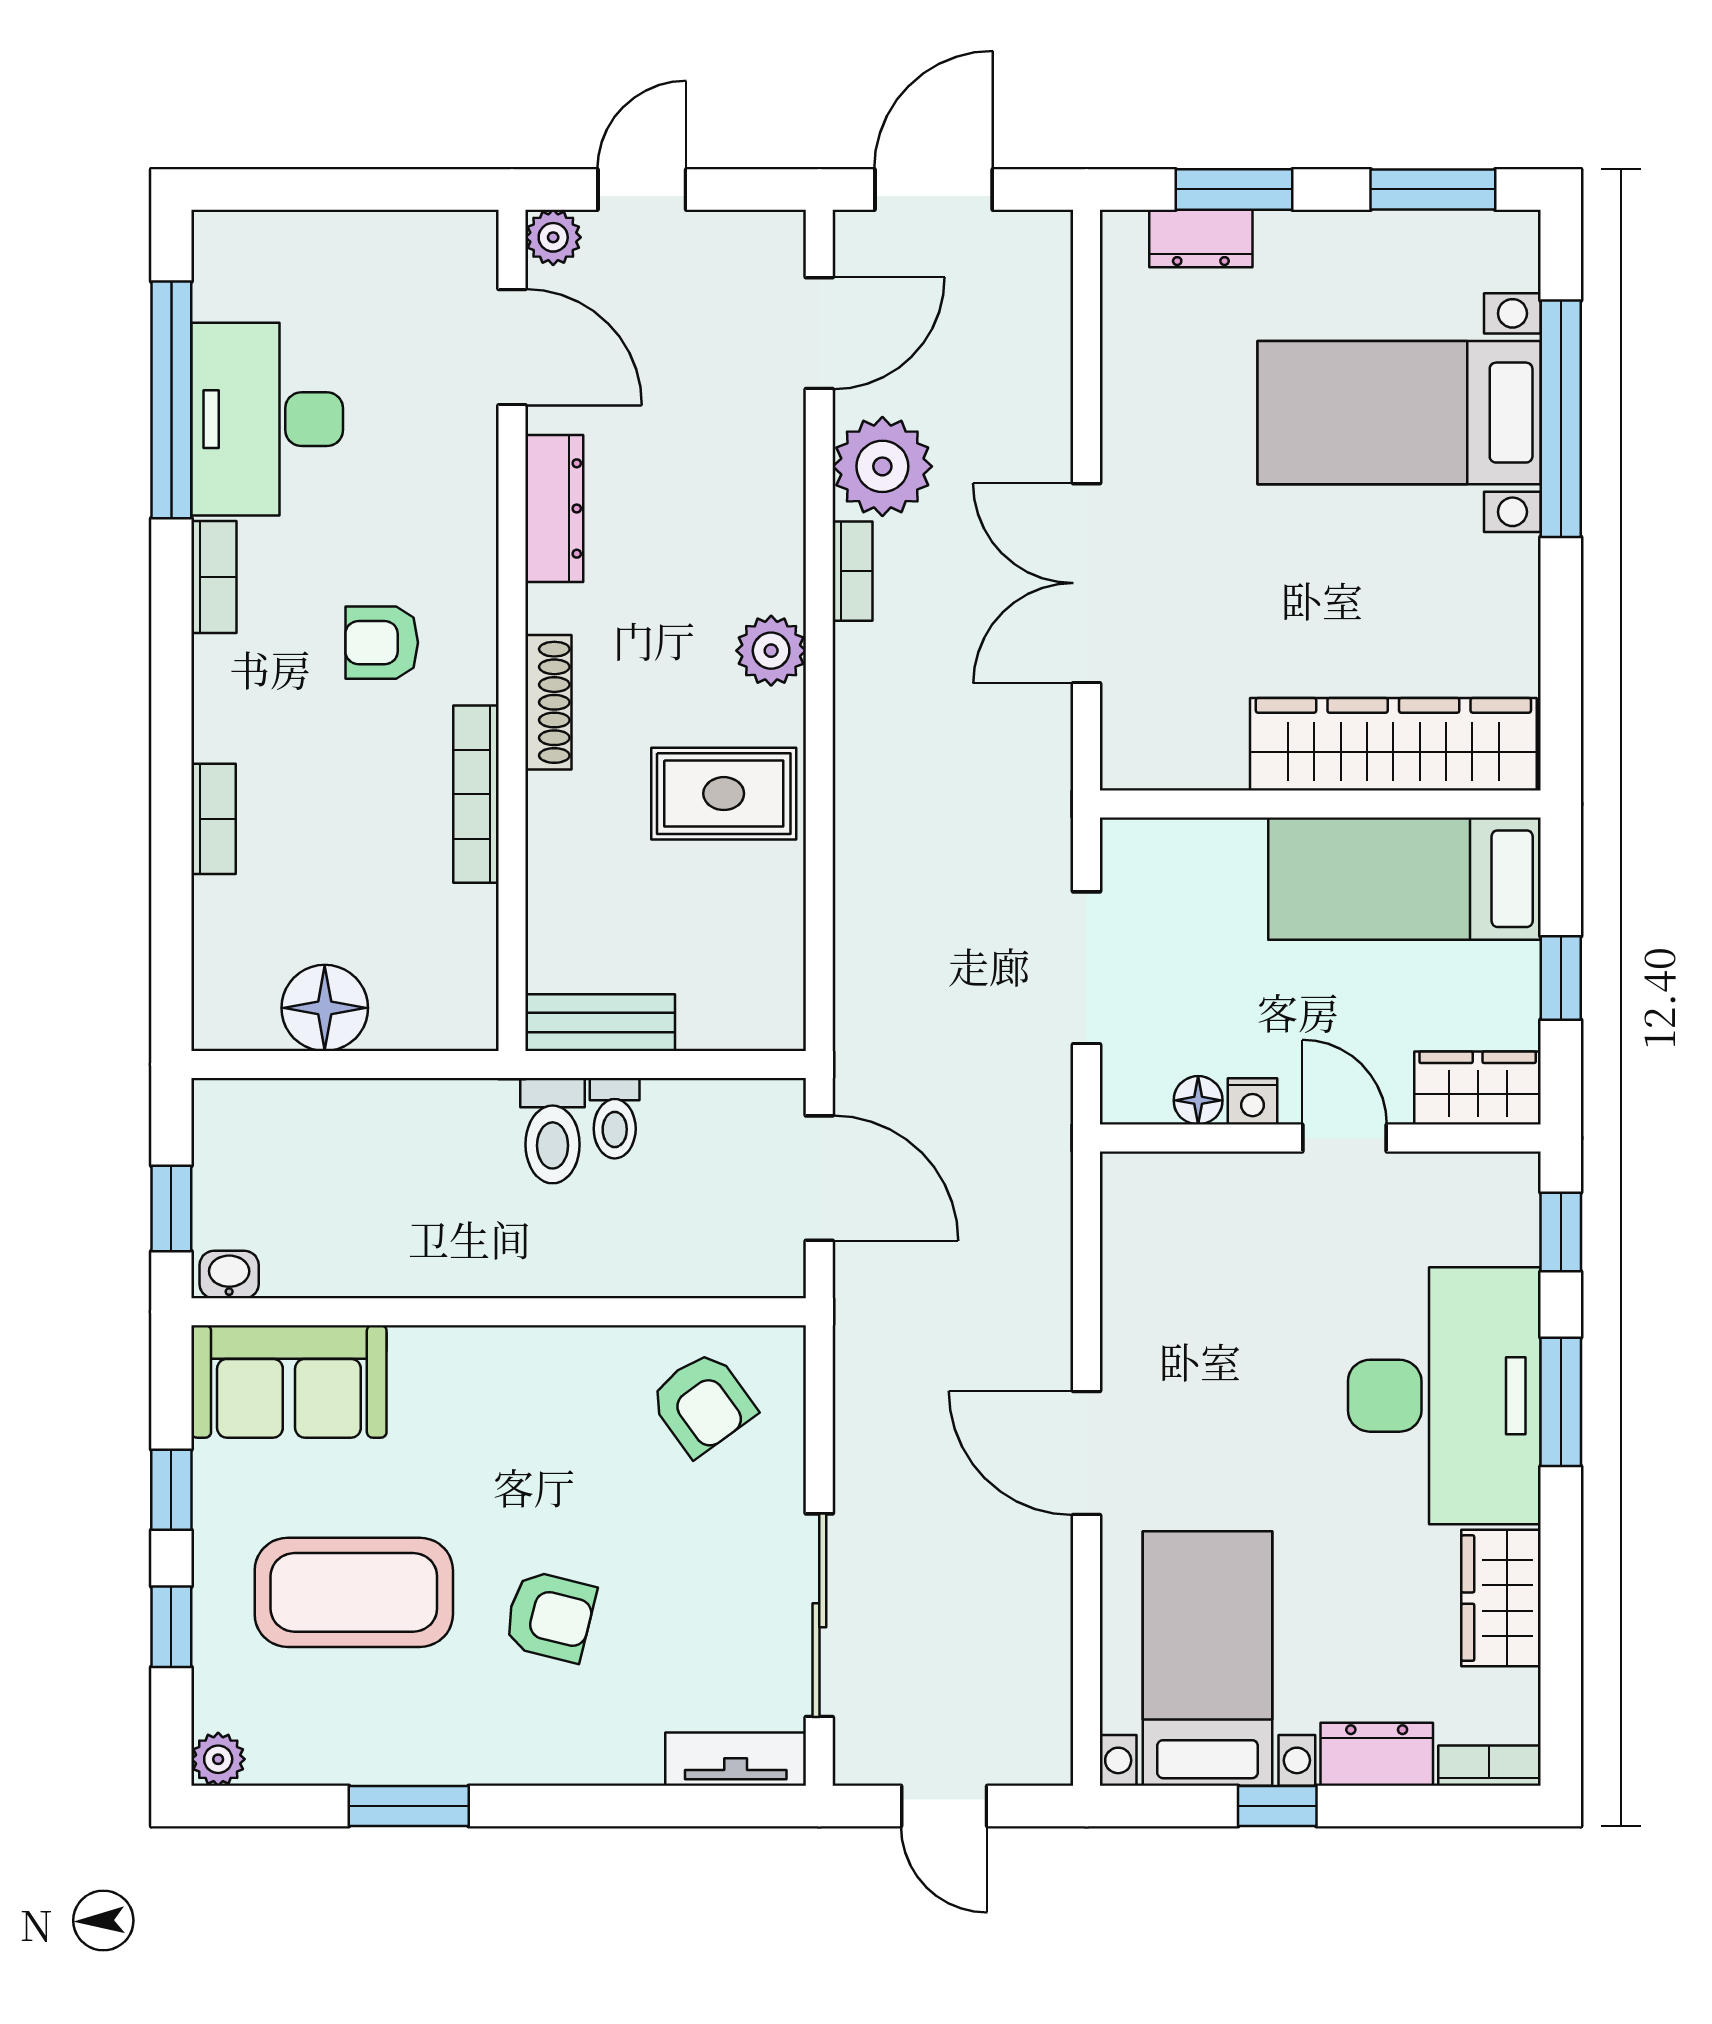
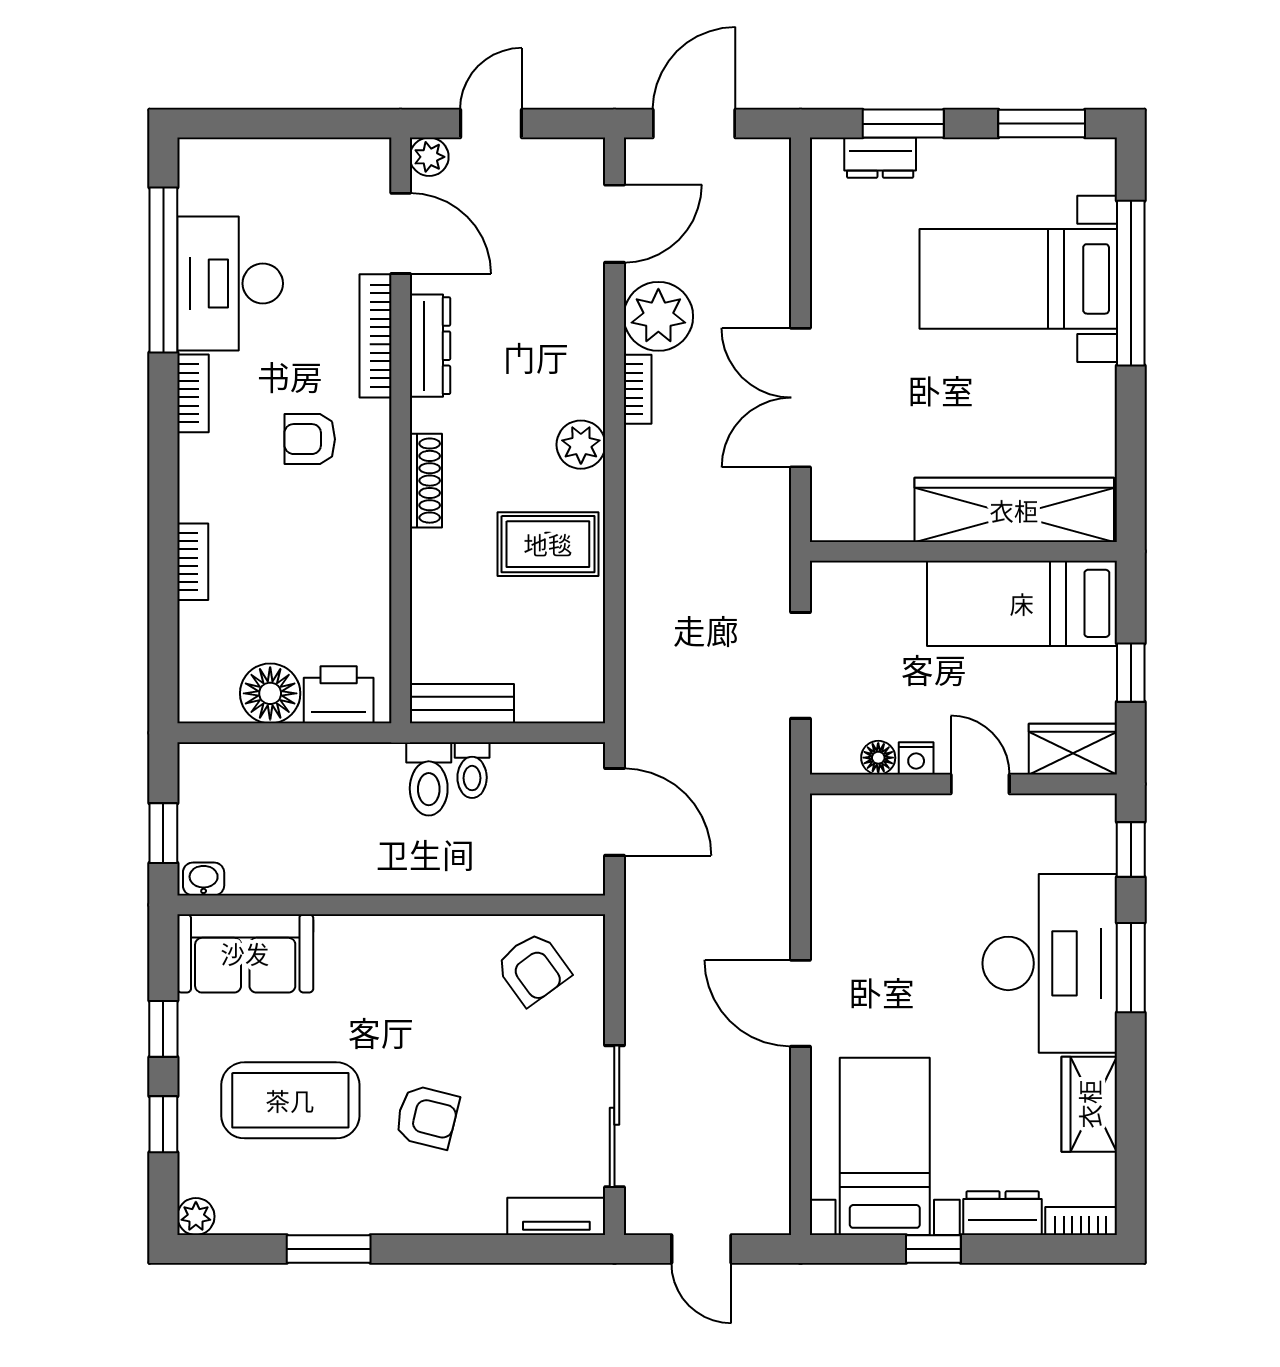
bookcase: (476, 794) -> (375, 336), moved
printer: (423, 1010) -> (339, 695), added

